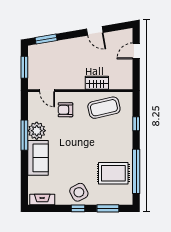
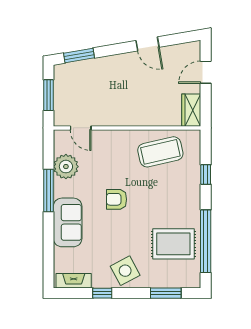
wardrobe: (97, 83) -> (191, 110), moved, turned -90
armchair: (65, 110) -> (117, 199), moved
plant: (37, 131) -> (66, 167), moved
window: (78, 208) -> (102, 293), moved

